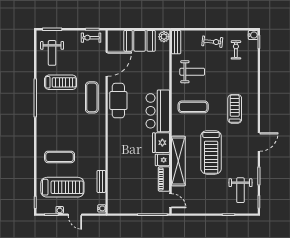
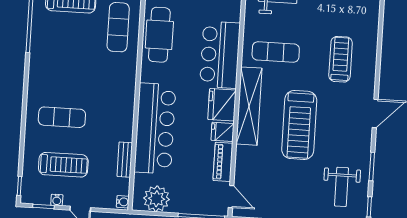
bar counter: (119, 160) -> (155, 128), added
shelving: (178, 161) -> (249, 106), moved
treadmill: (62, 187) -> (63, 165), width x0.73, depth x0.73
plant: (123, 205) -> (157, 199), added

